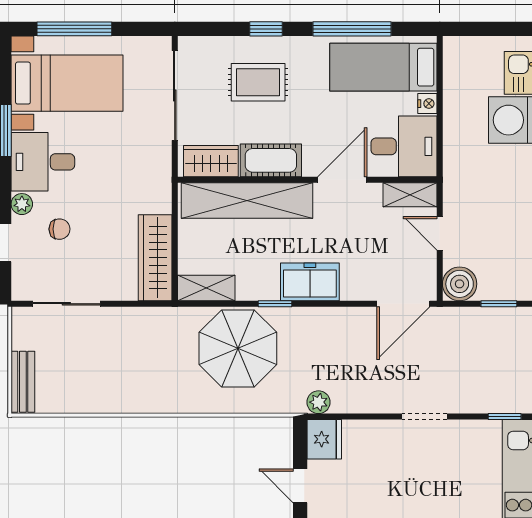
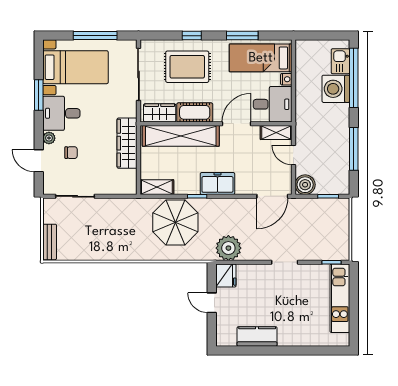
window: (74, 29) -> (95, 36), moved
window: (352, 29) -> (242, 36), width x0.69
rug: (258, 82) -> (187, 67), width x1.36, depth x1.43
wardrobe: (155, 258) -> (127, 143), moved
plant: (318, 402) -> (228, 248), width x1.87, depth x1.87

